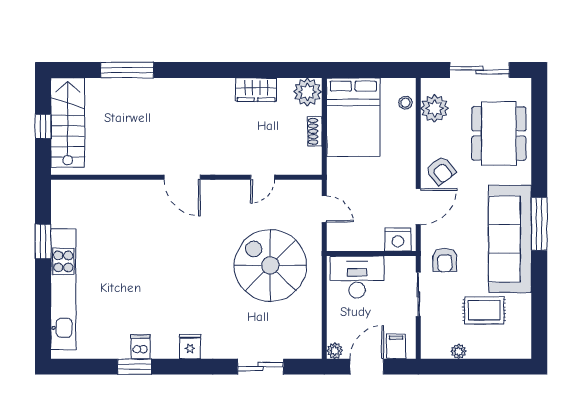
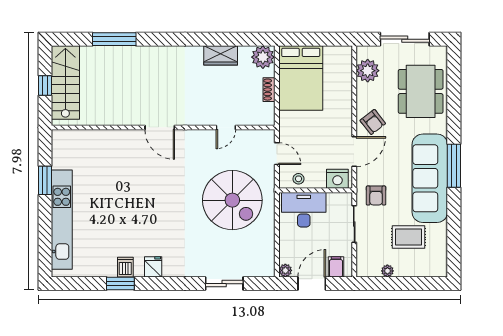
stool: (405, 103) -> (298, 179), moved
spiral stairs: (270, 265) -> (232, 200), turned 180
fridge: (190, 347) -> (153, 267), moved

